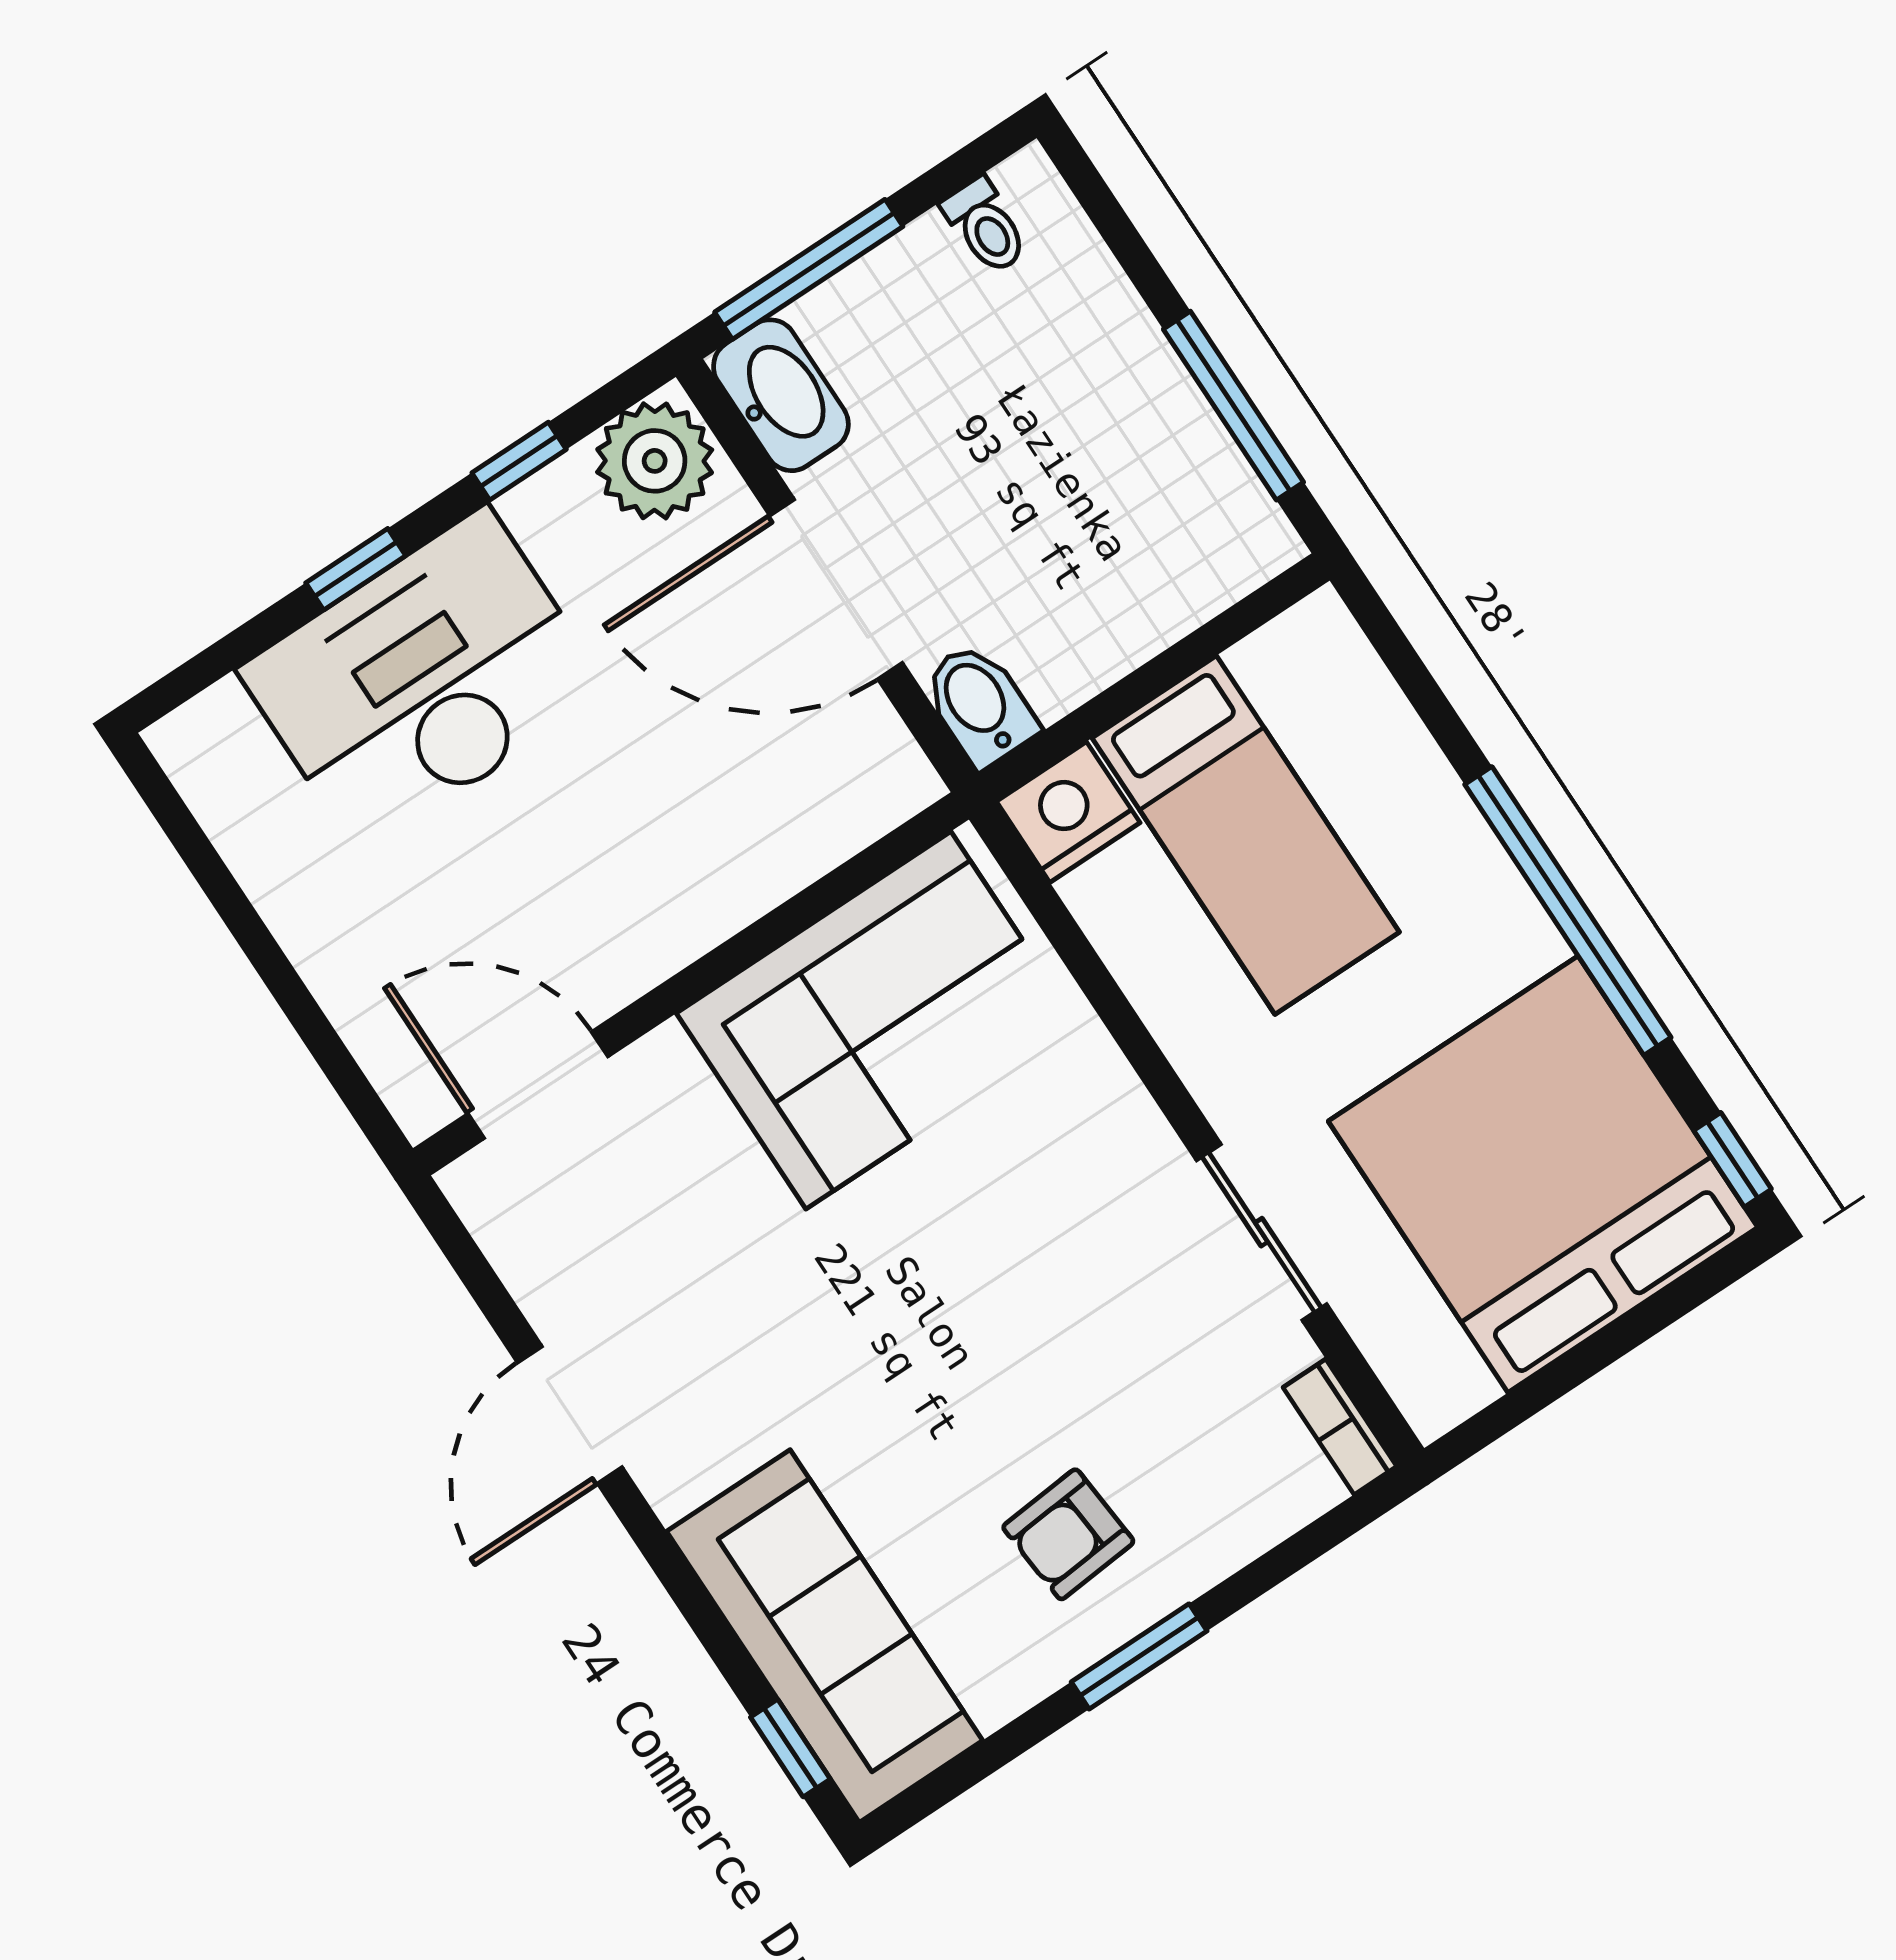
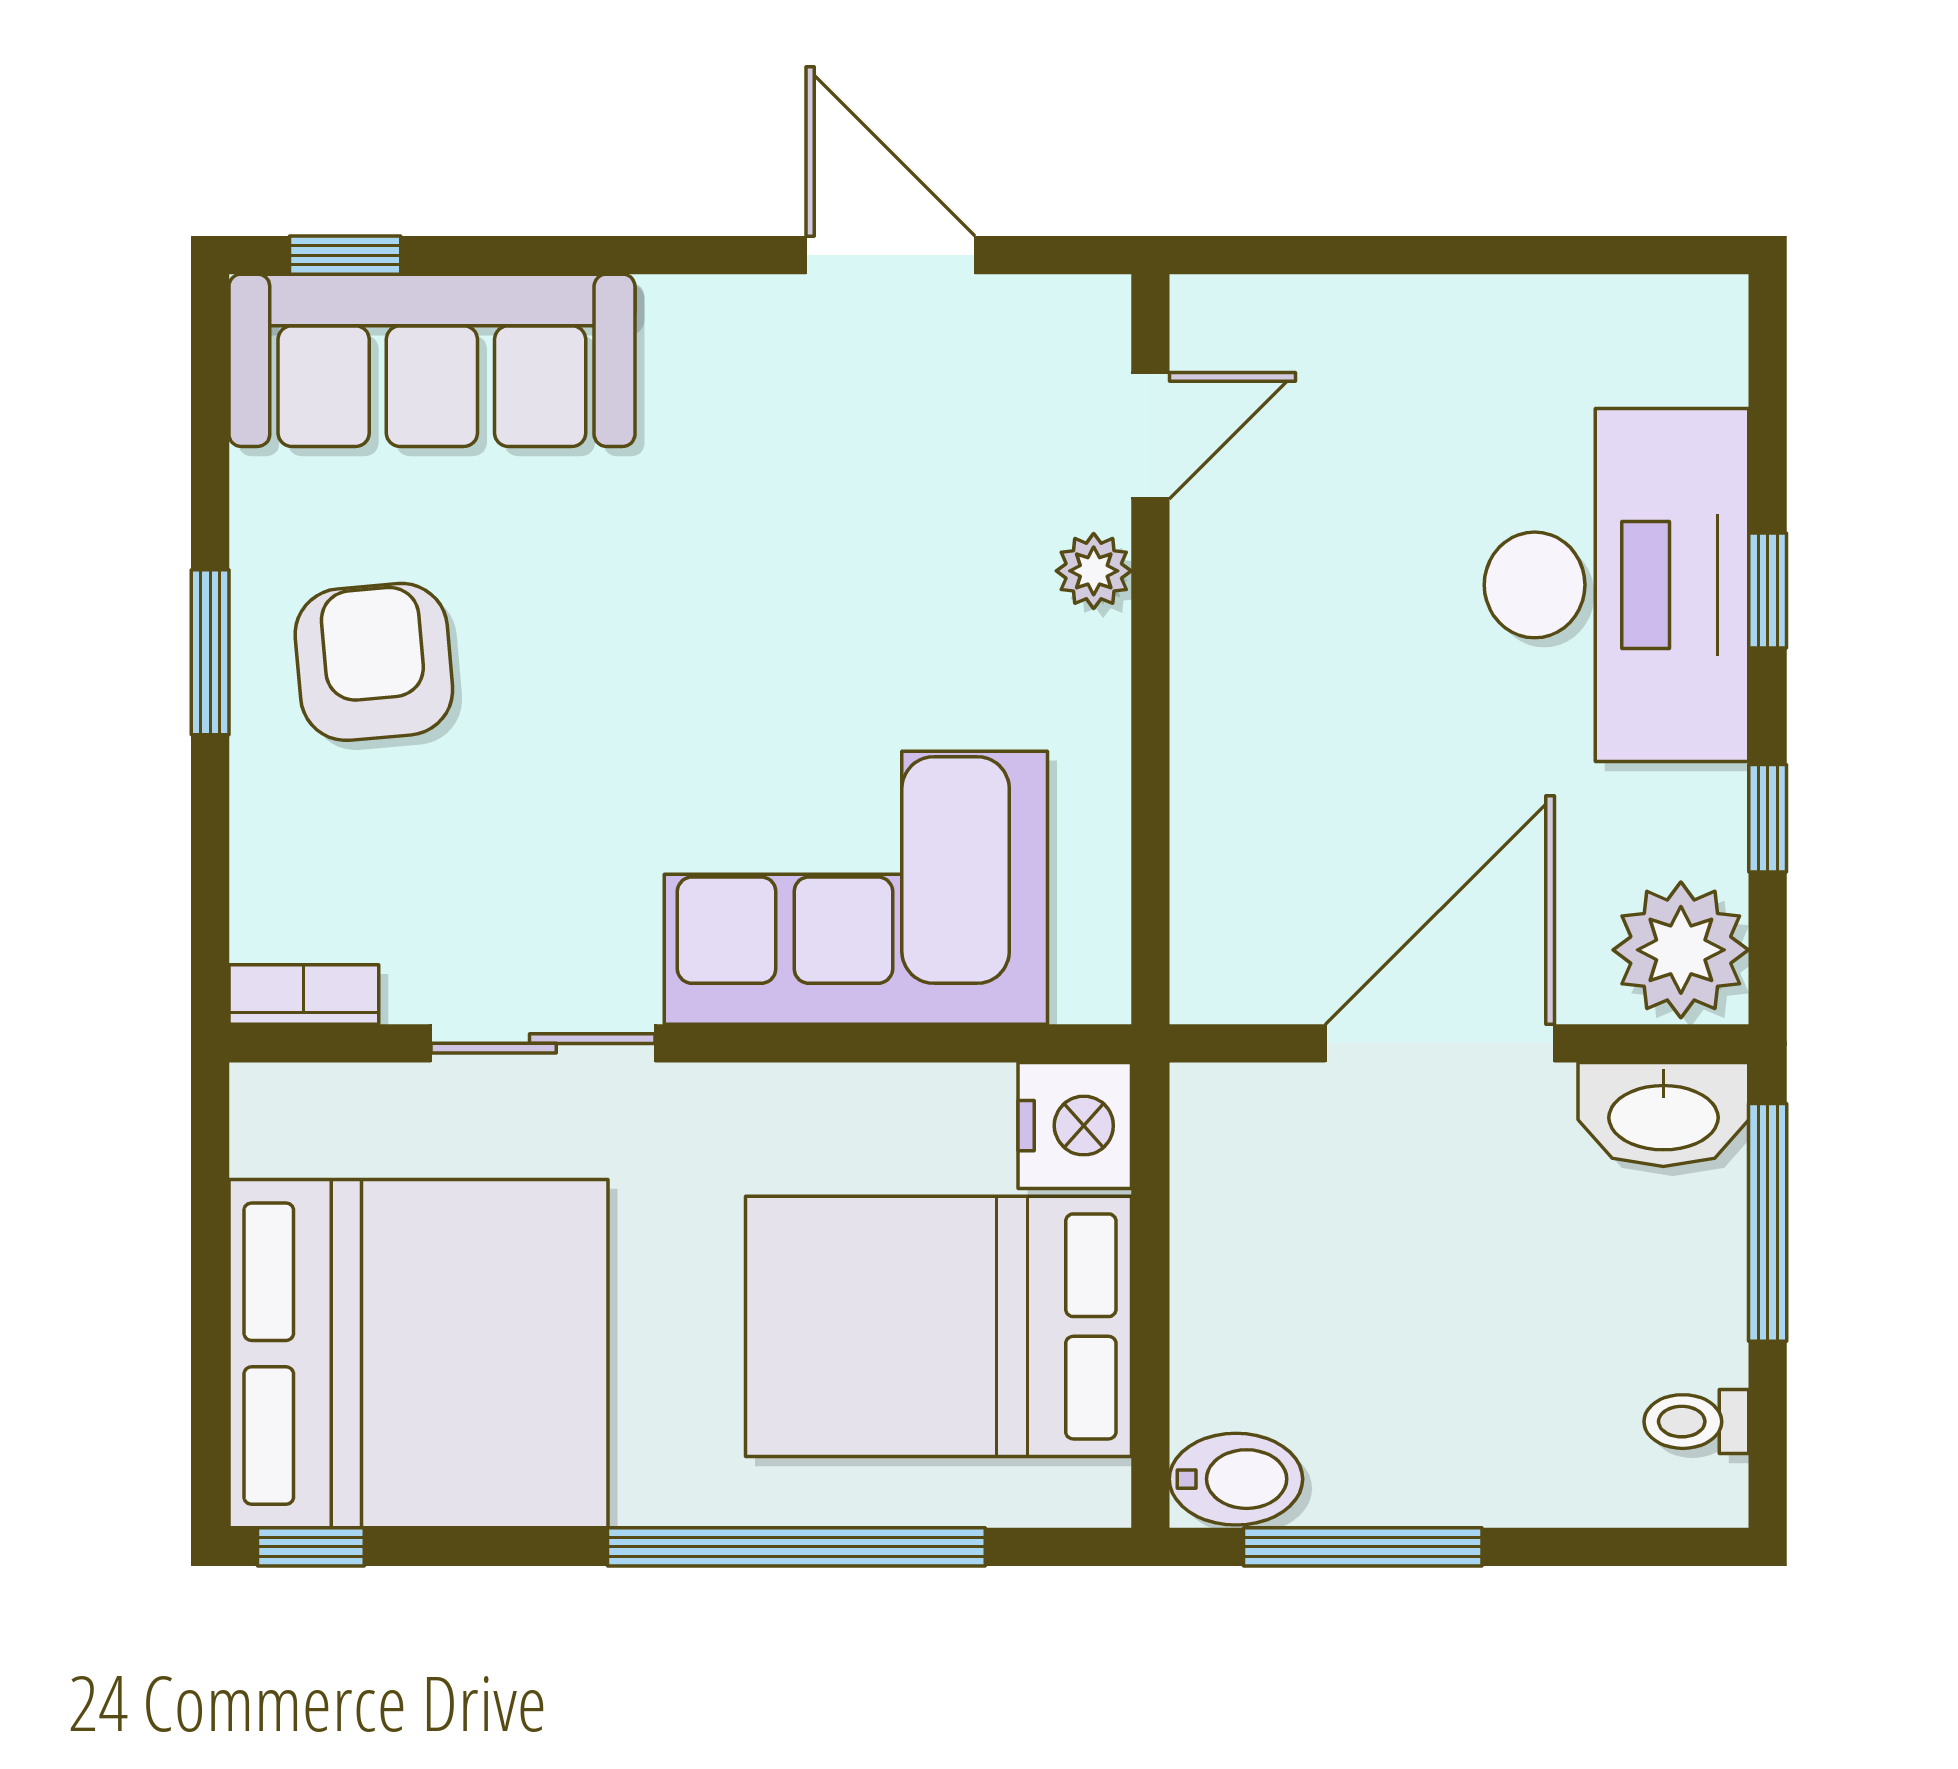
bidet: (979, 705) -> (1236, 1479), moved
bed: (1246, 835) -> (938, 1326), width x1.50
window: (1568, 911) -> (796, 1547), moved
corner sofa: (878, 1020) -> (856, 888), moved, turned 90
plant: (662, 1062) -> (1094, 571), added
door: (538, 1085) -> (1150, 436), width x0.73
door: (570, 1415) -> (891, 255), moved
armchair: (1068, 1534) -> (374, 662), width x1.38, depth x1.38

